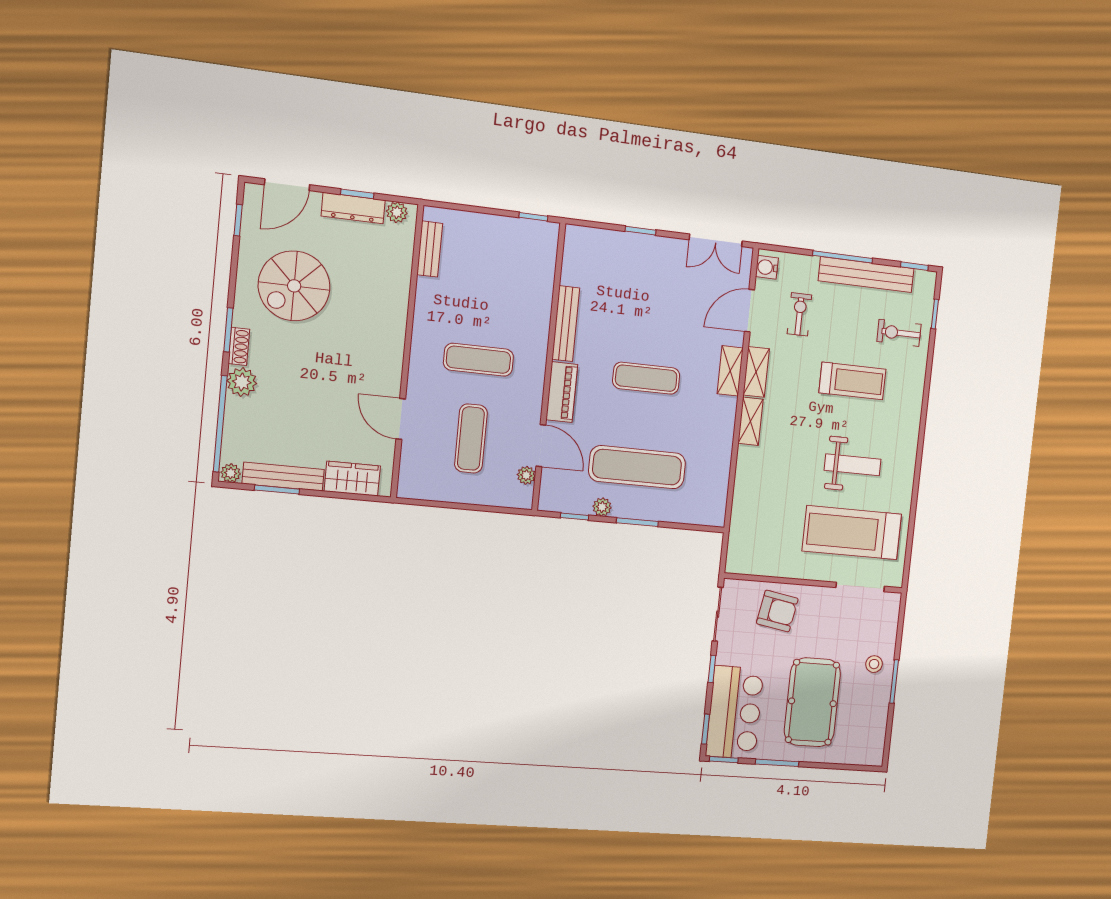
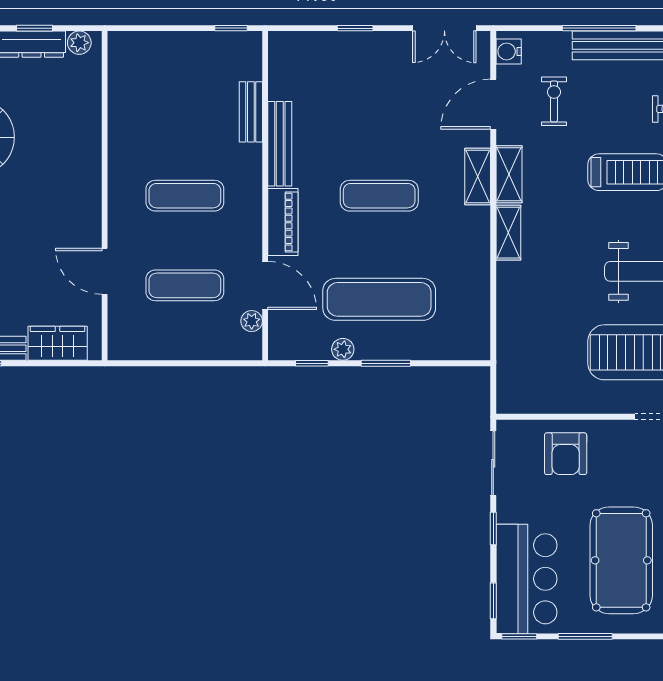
bench: (430, 249) -> (251, 112), moved
exercise mat: (471, 438) -> (185, 285), turned 90
armchair: (777, 611) -> (566, 454), turned 80

